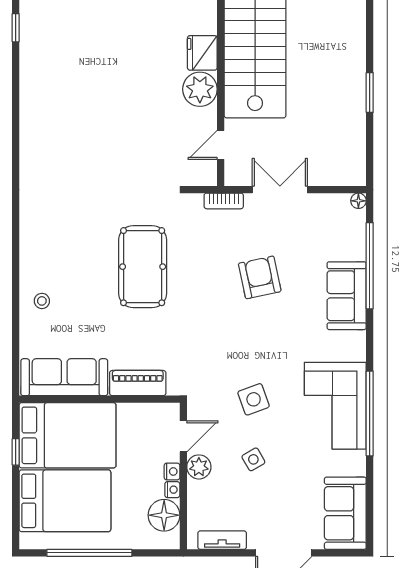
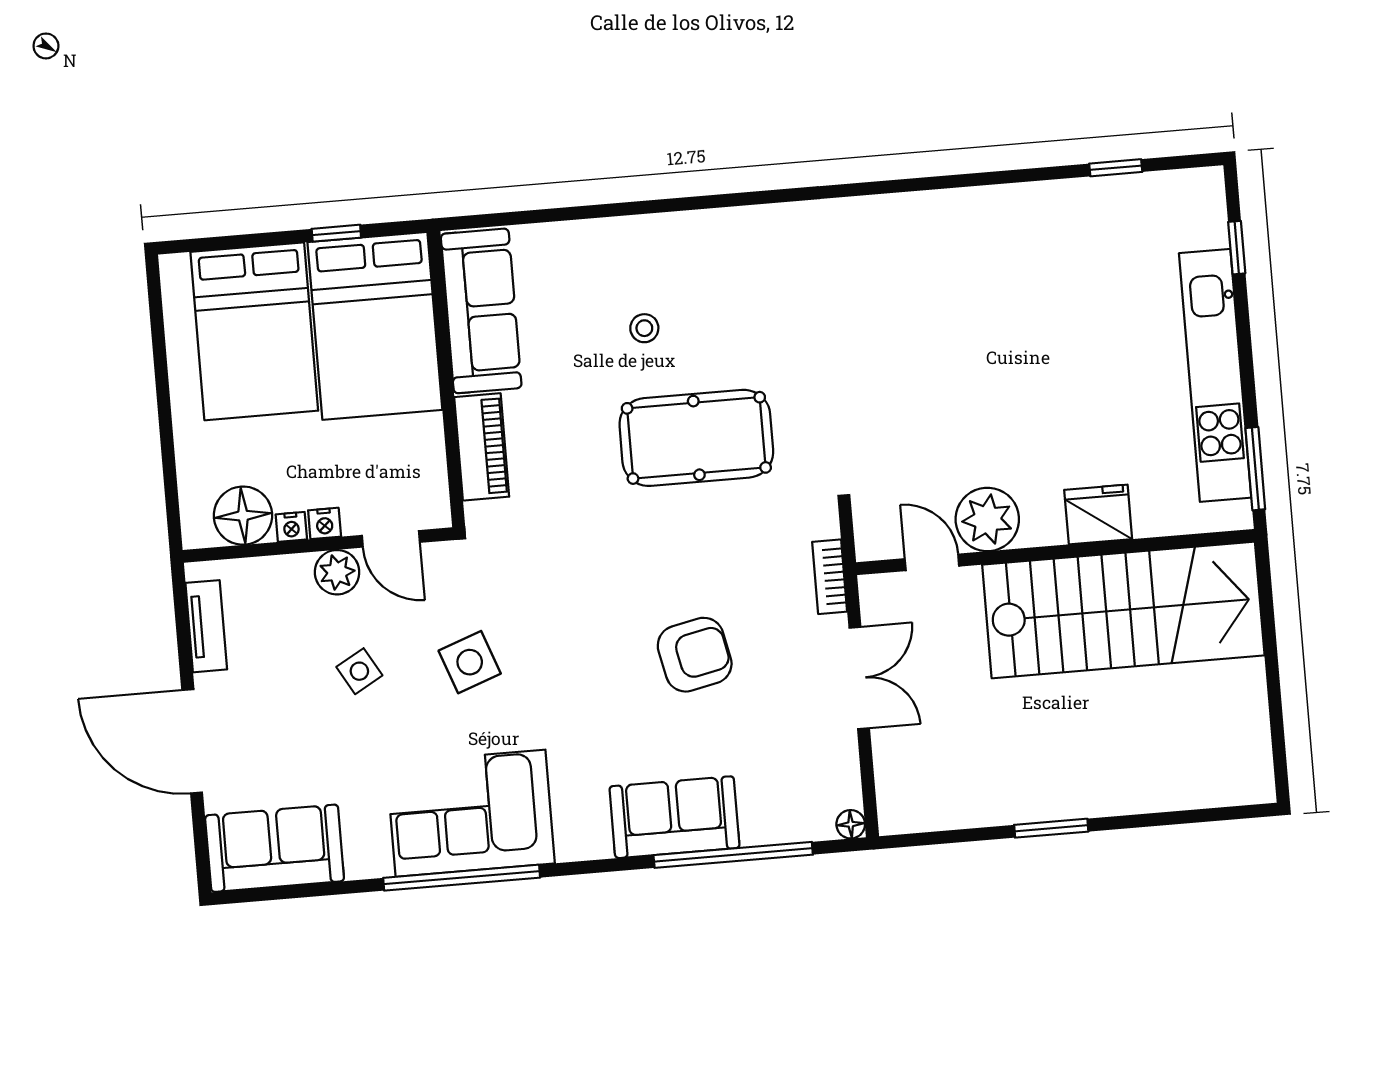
plant: (200, 89) -> (987, 519), moved
stool: (42, 301) -> (644, 328), moved
window: (89, 553) -> (162, 384), removed

